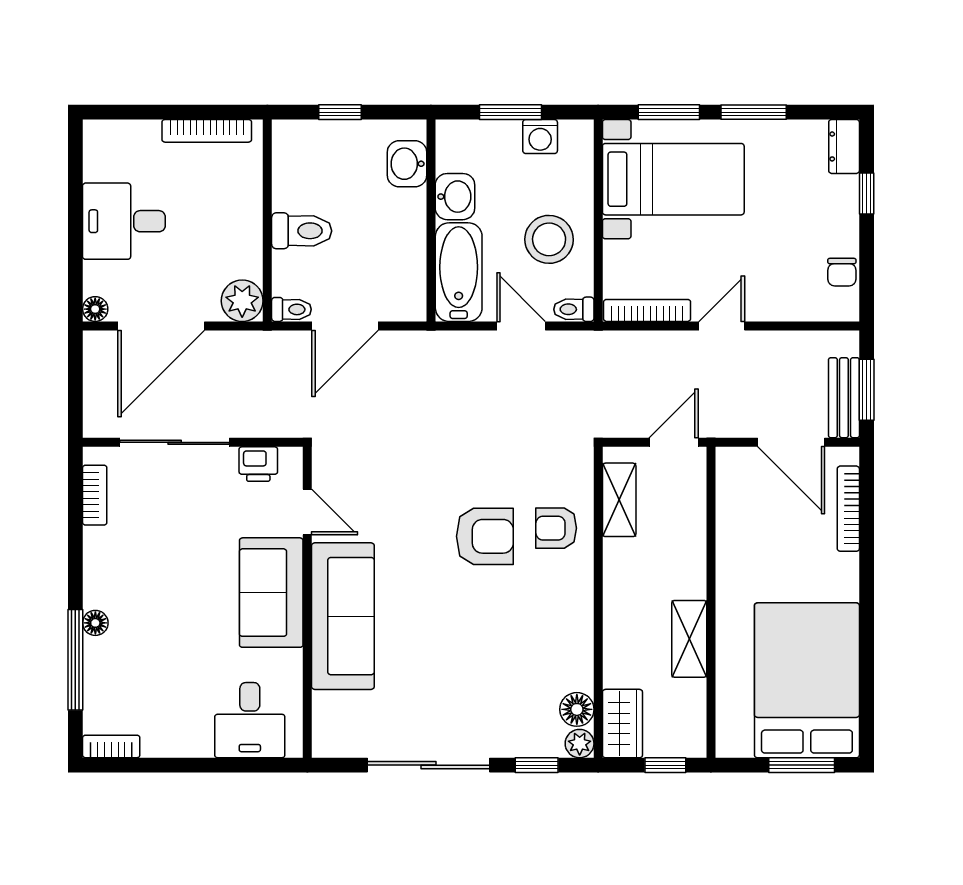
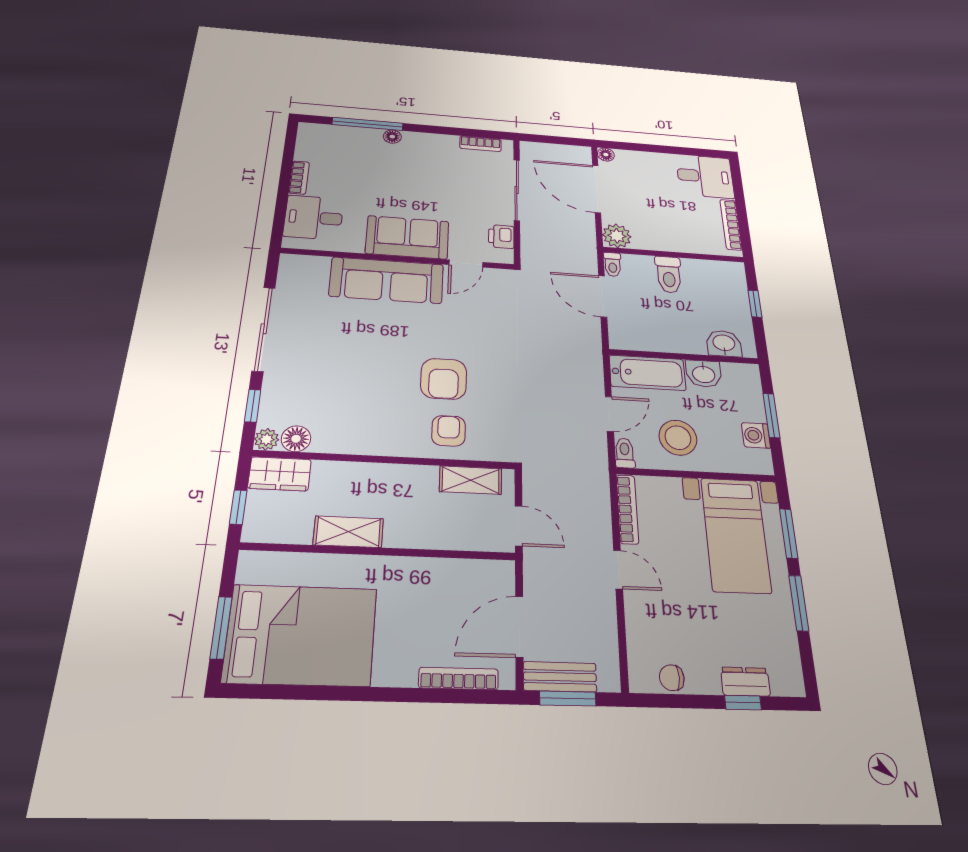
dresser: (844, 146) -> (745, 682), moved
desk: (124, 221) -> (705, 176), moved, turned 90
bookcase: (111, 746) -> (299, 178), moved

